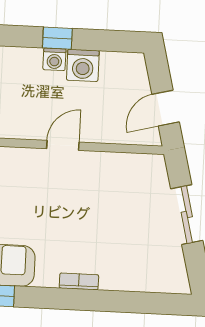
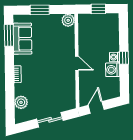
door: (166, 108) -> (96, 107), hinge flipped
plant: (143, 277) -> (21, 102), added

